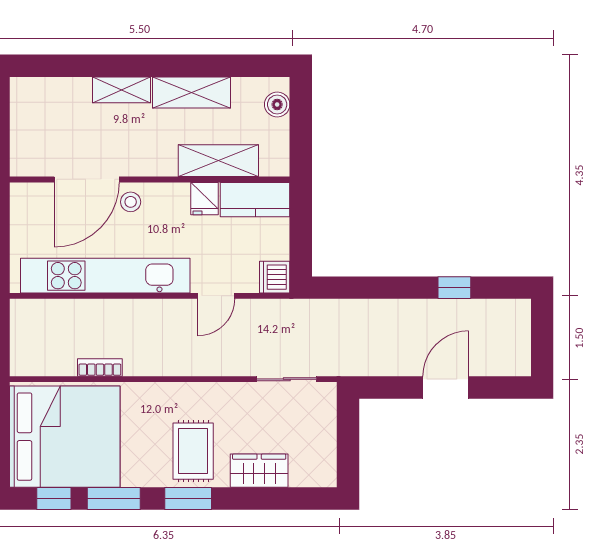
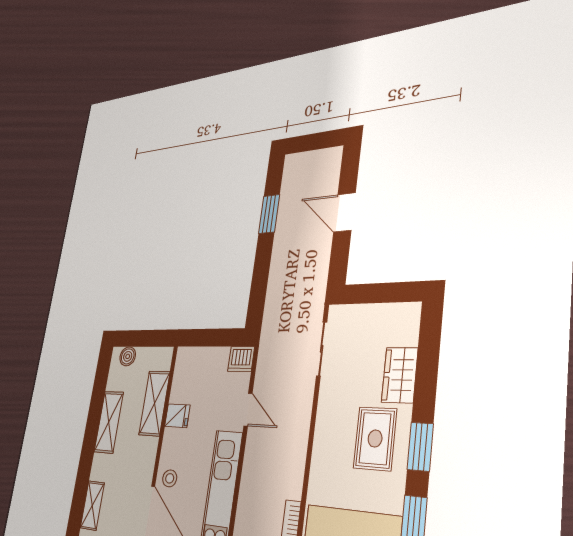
shelving: (121, 90) -> (92, 505), moved
kitchen counter: (255, 200) -> (185, 374), removed
window: (454, 288) -> (269, 214), width x1.50
rug: (193, 451) -> (375, 438), turned 90

